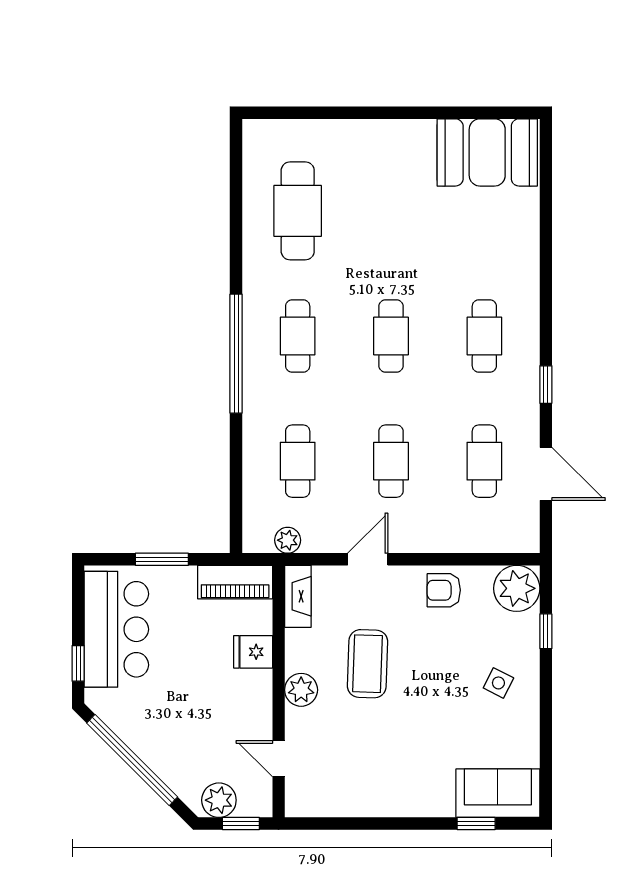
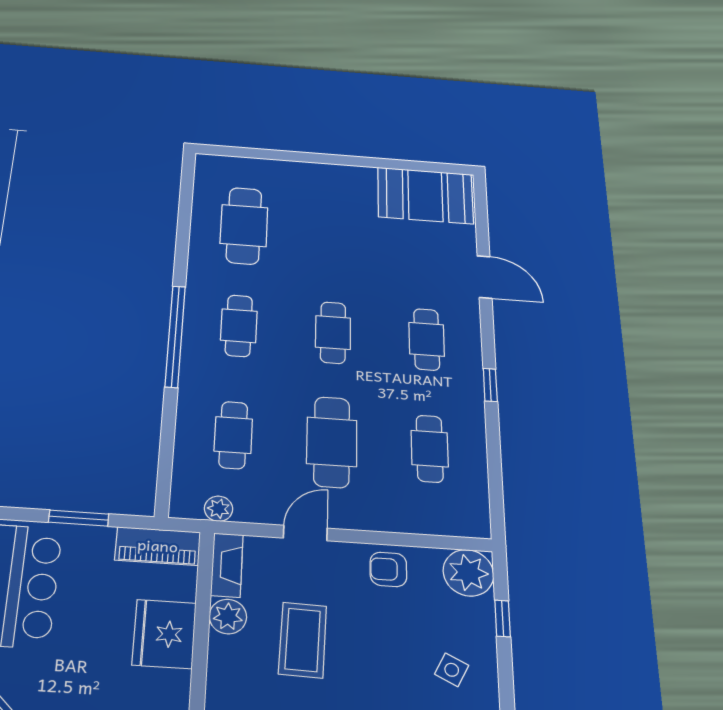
cafe table: (391, 461) -> (332, 442), width x1.37, depth x1.35
door: (546, 474) -> (485, 277), moved
fridge: (253, 652) -> (164, 634), width x1.88, depth x1.34
plant: (301, 690) -> (228, 617), moved

